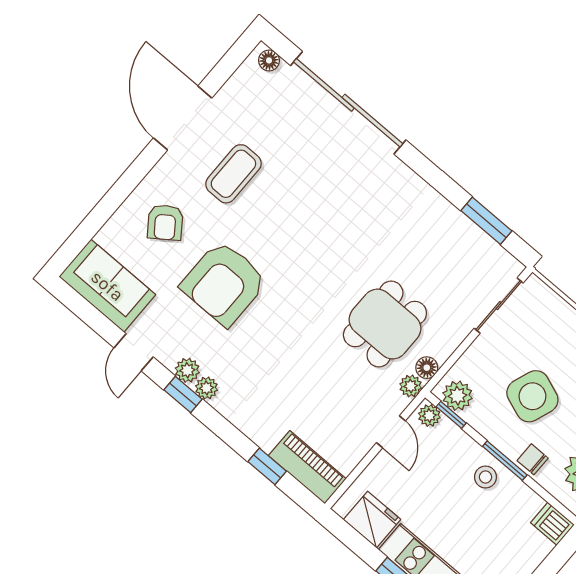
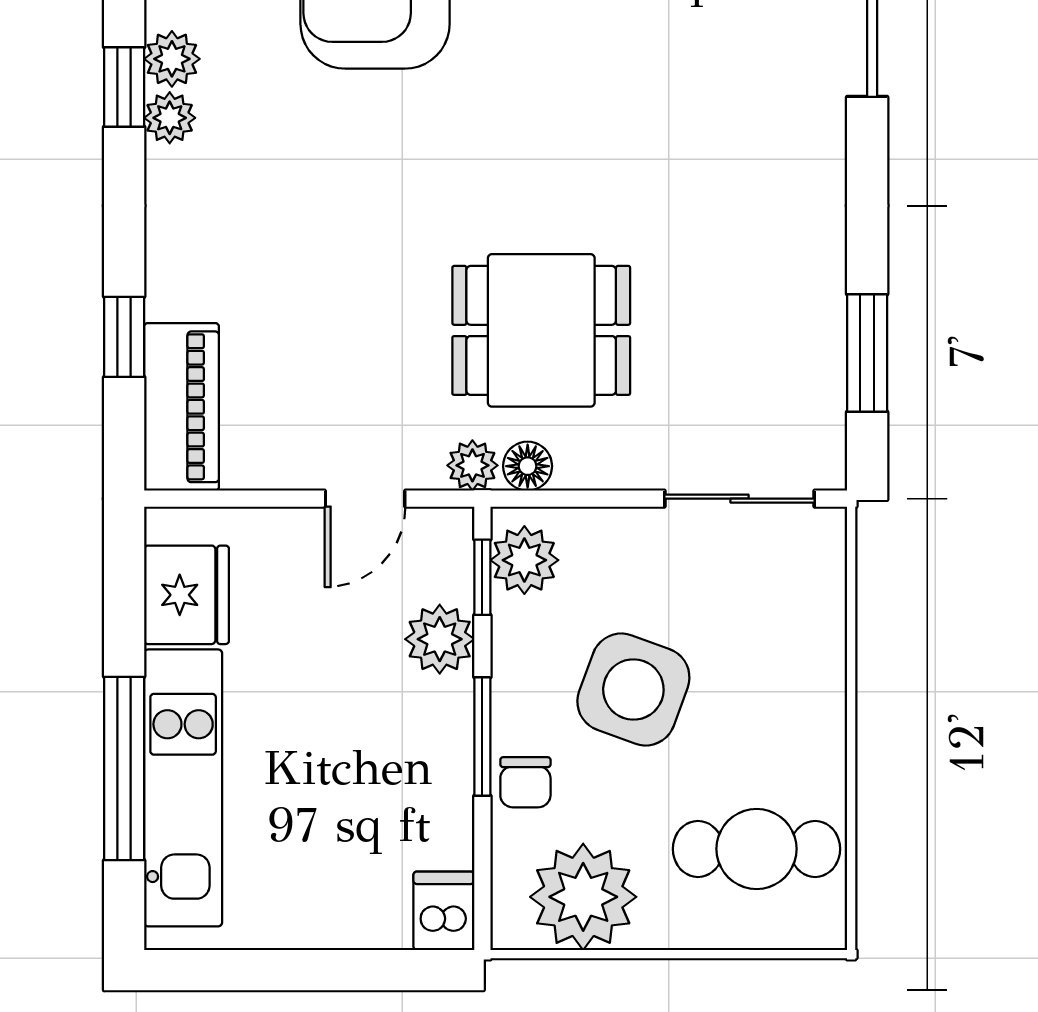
plant: (429, 416) -> (440, 639), moved, width x1.38, depth x1.38
chair: (533, 459) -> (525, 782), turned 180
stool: (486, 477) -> (426, 727), removed

